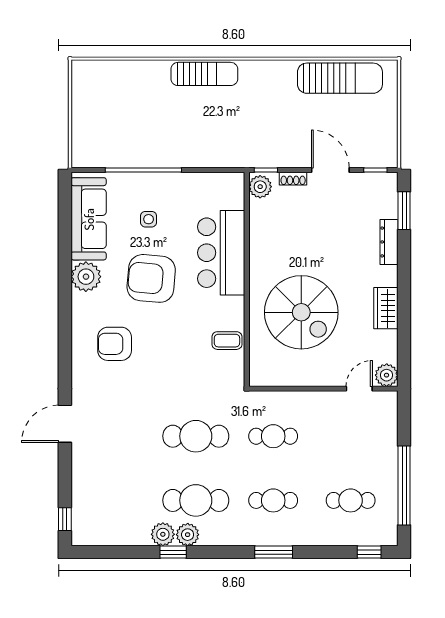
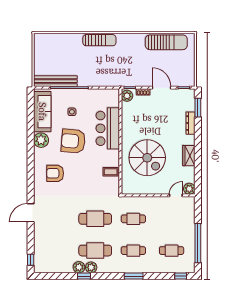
bench: (115, 157) -> (55, 81), added

